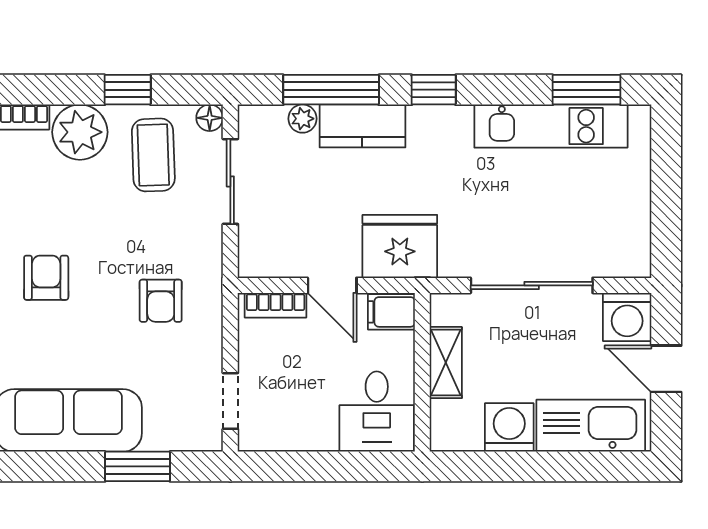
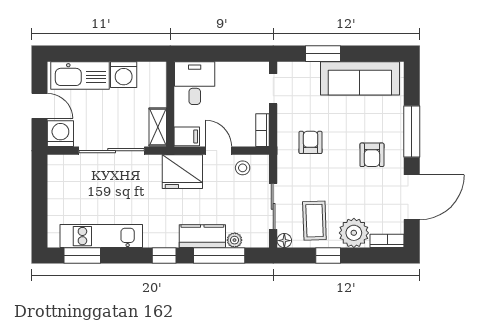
stool: (287, 253) -> (243, 168), added
bookcase: (276, 305) -> (263, 130), moved, turned -90
shelving: (446, 363) -> (158, 127), moved

